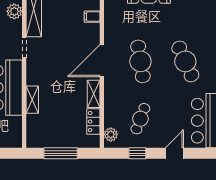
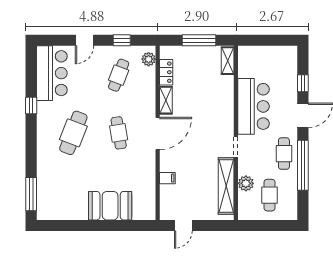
cafe table: (140, 61) -> (119, 133), width x0.73, depth x0.74
cafe table: (185, 61) -> (73, 133), turned 45
shelving: (32, 100) -> (228, 61), moved

